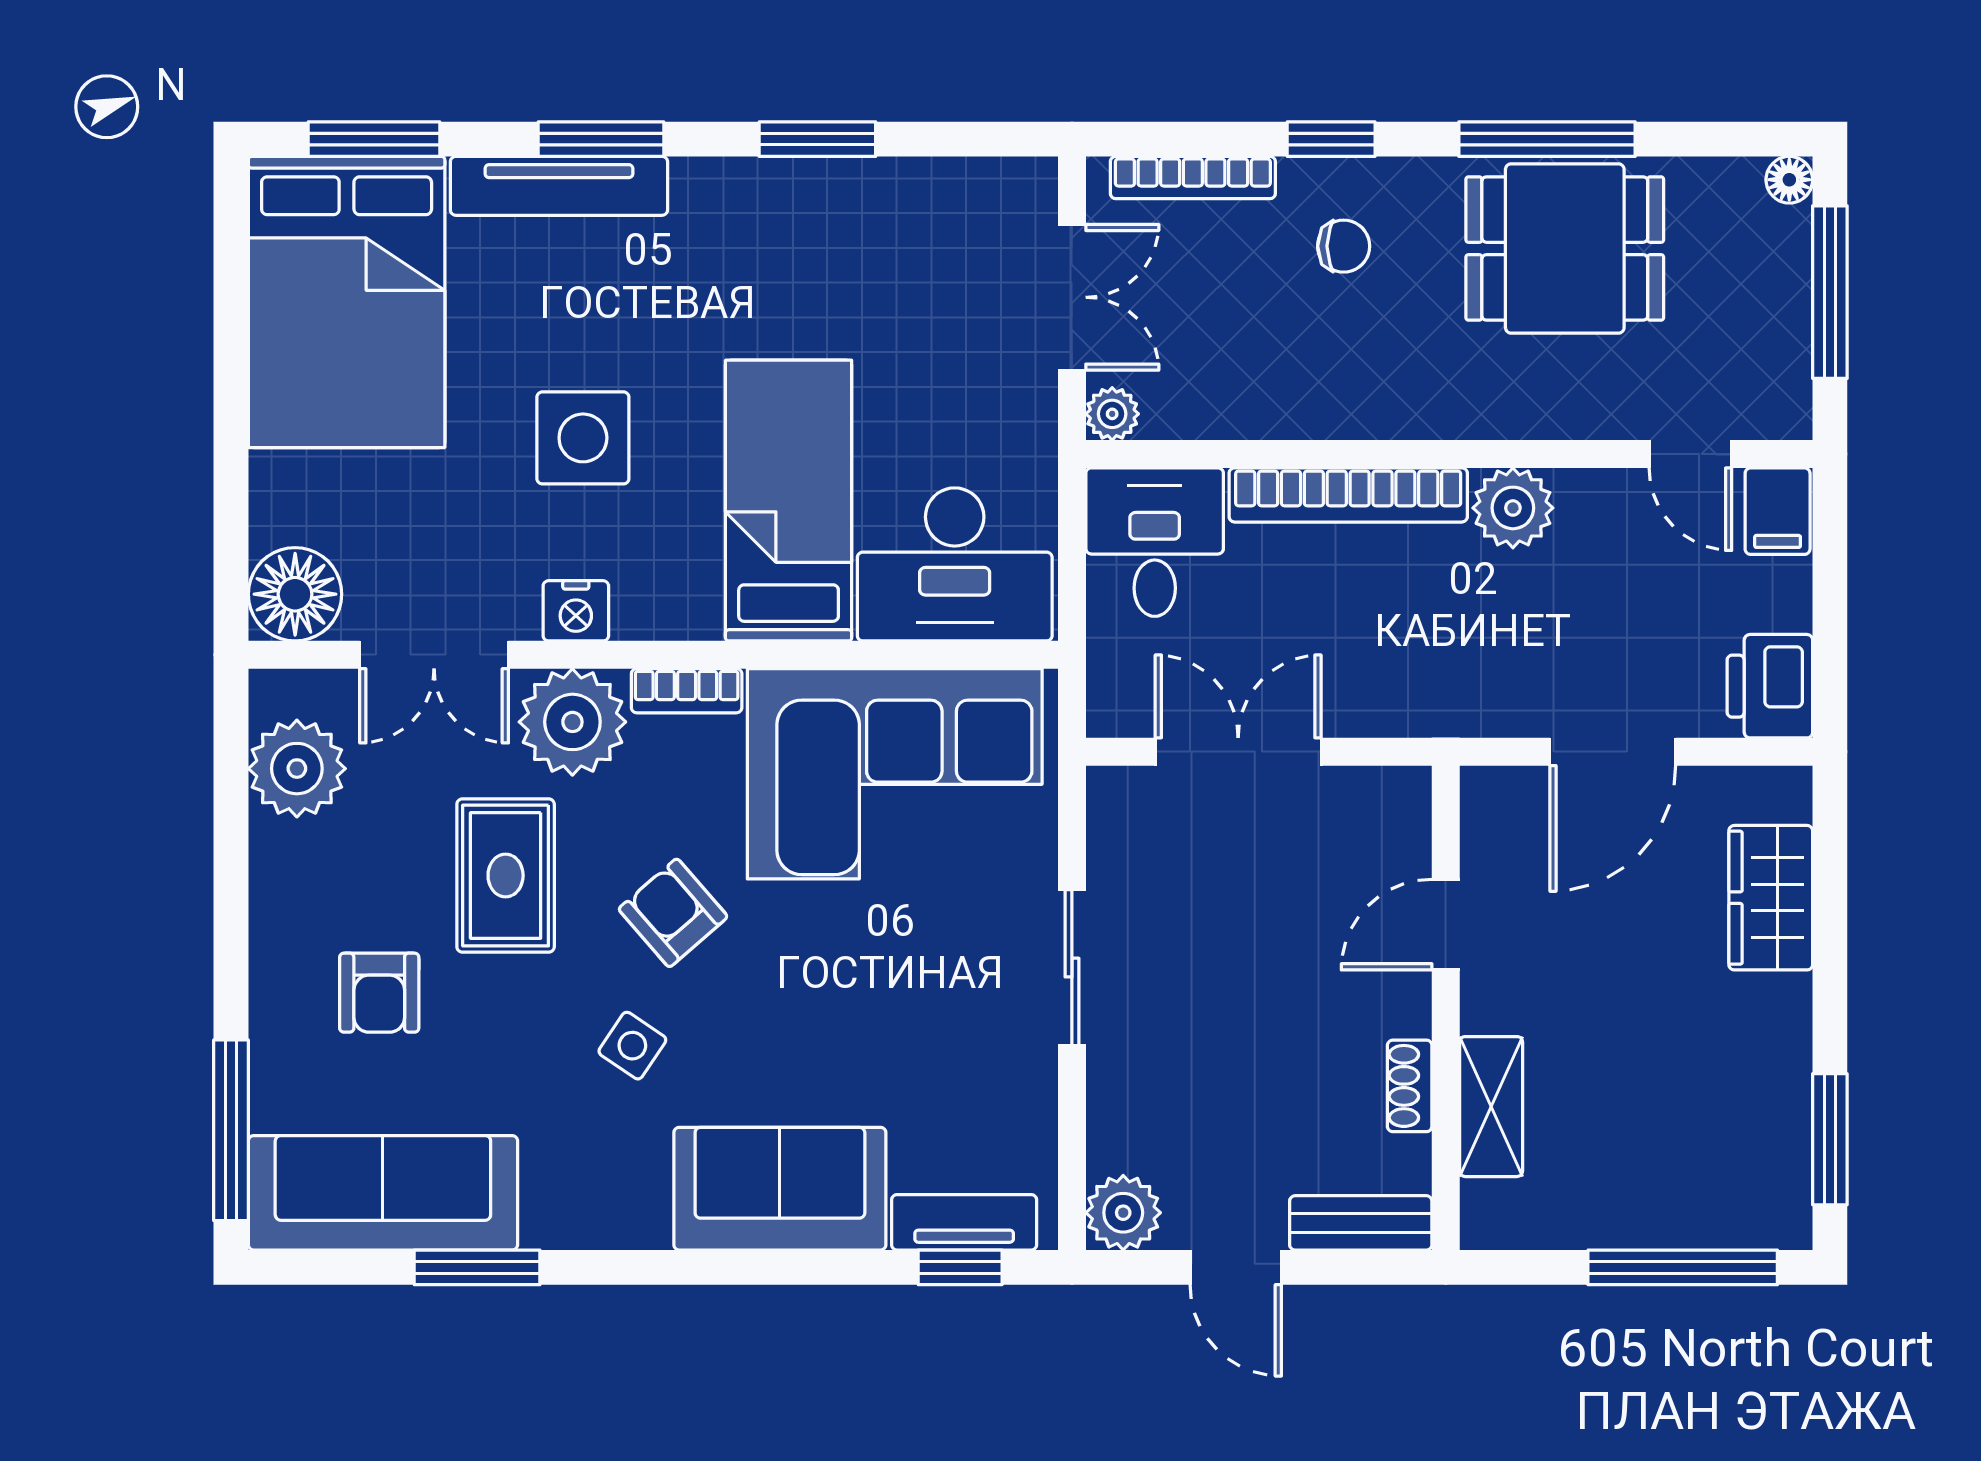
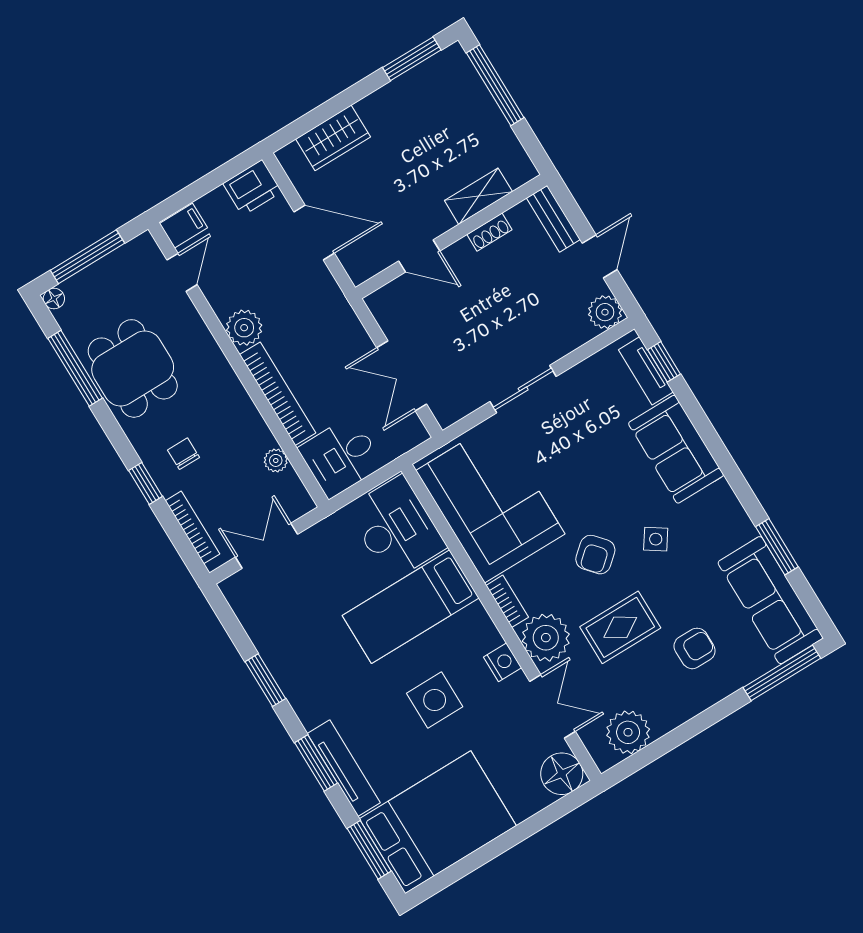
window: (1547, 139) -> (75, 368), moved
plant: (1112, 414) -> (276, 460), moved

